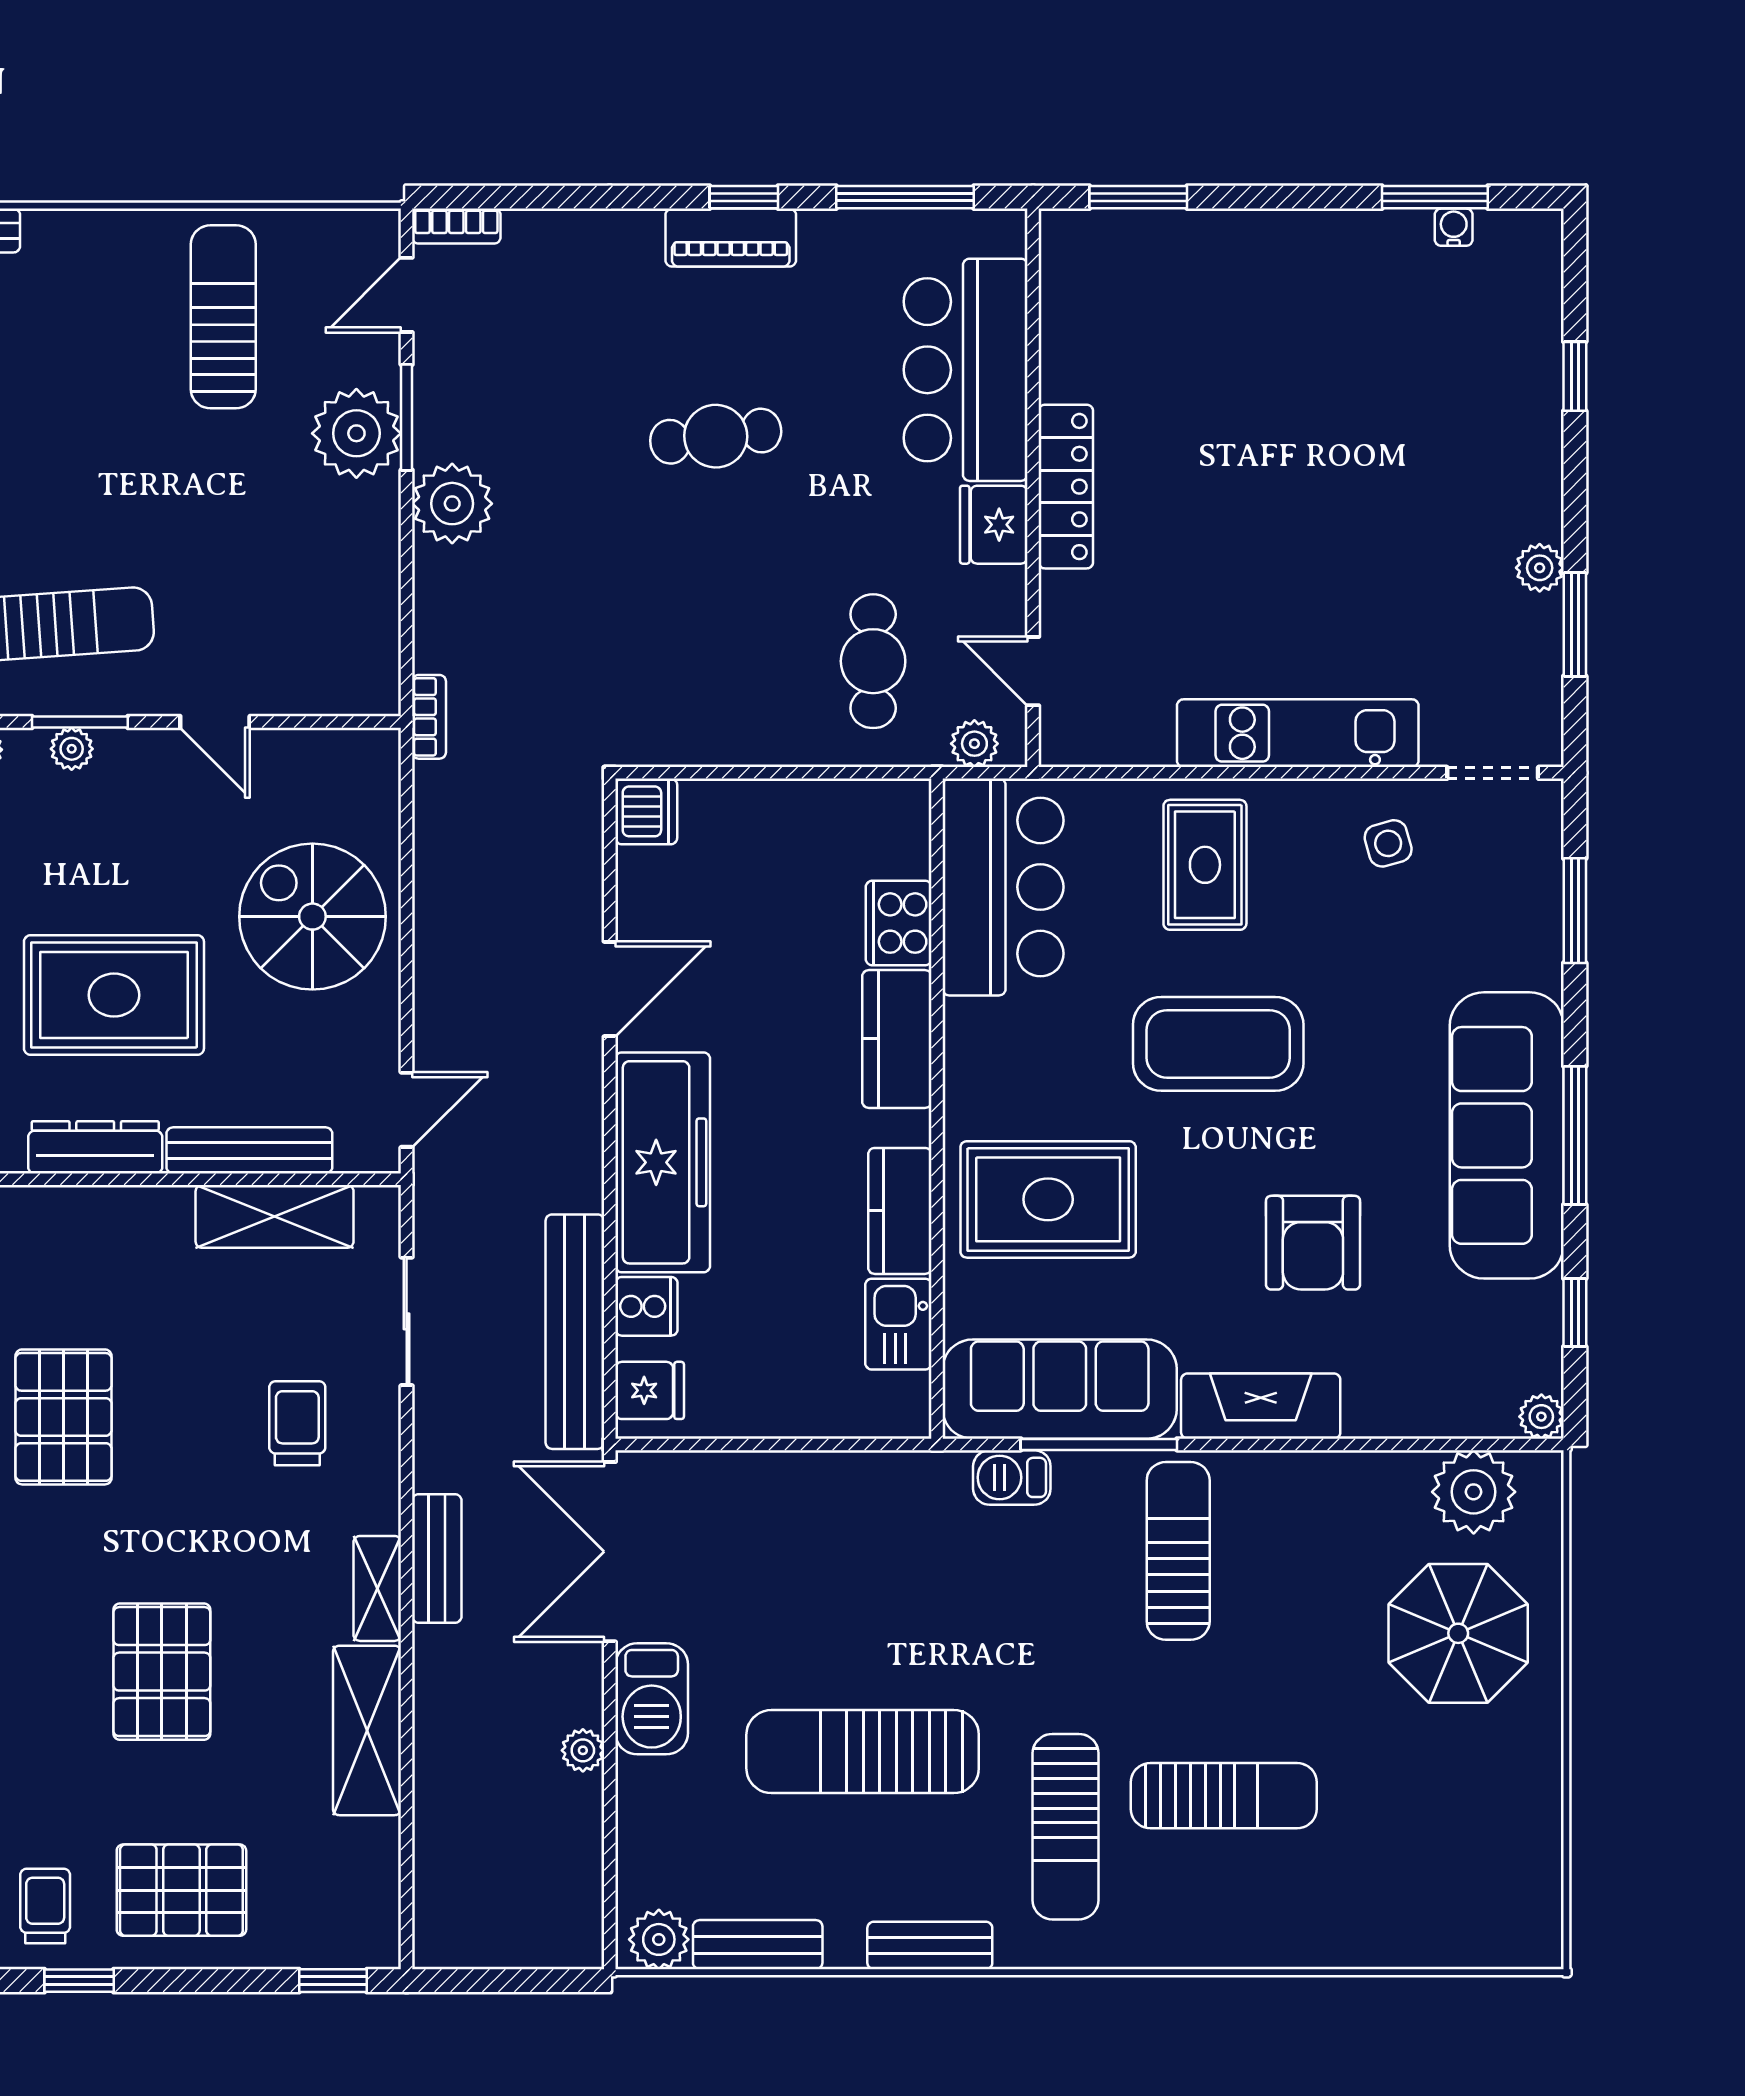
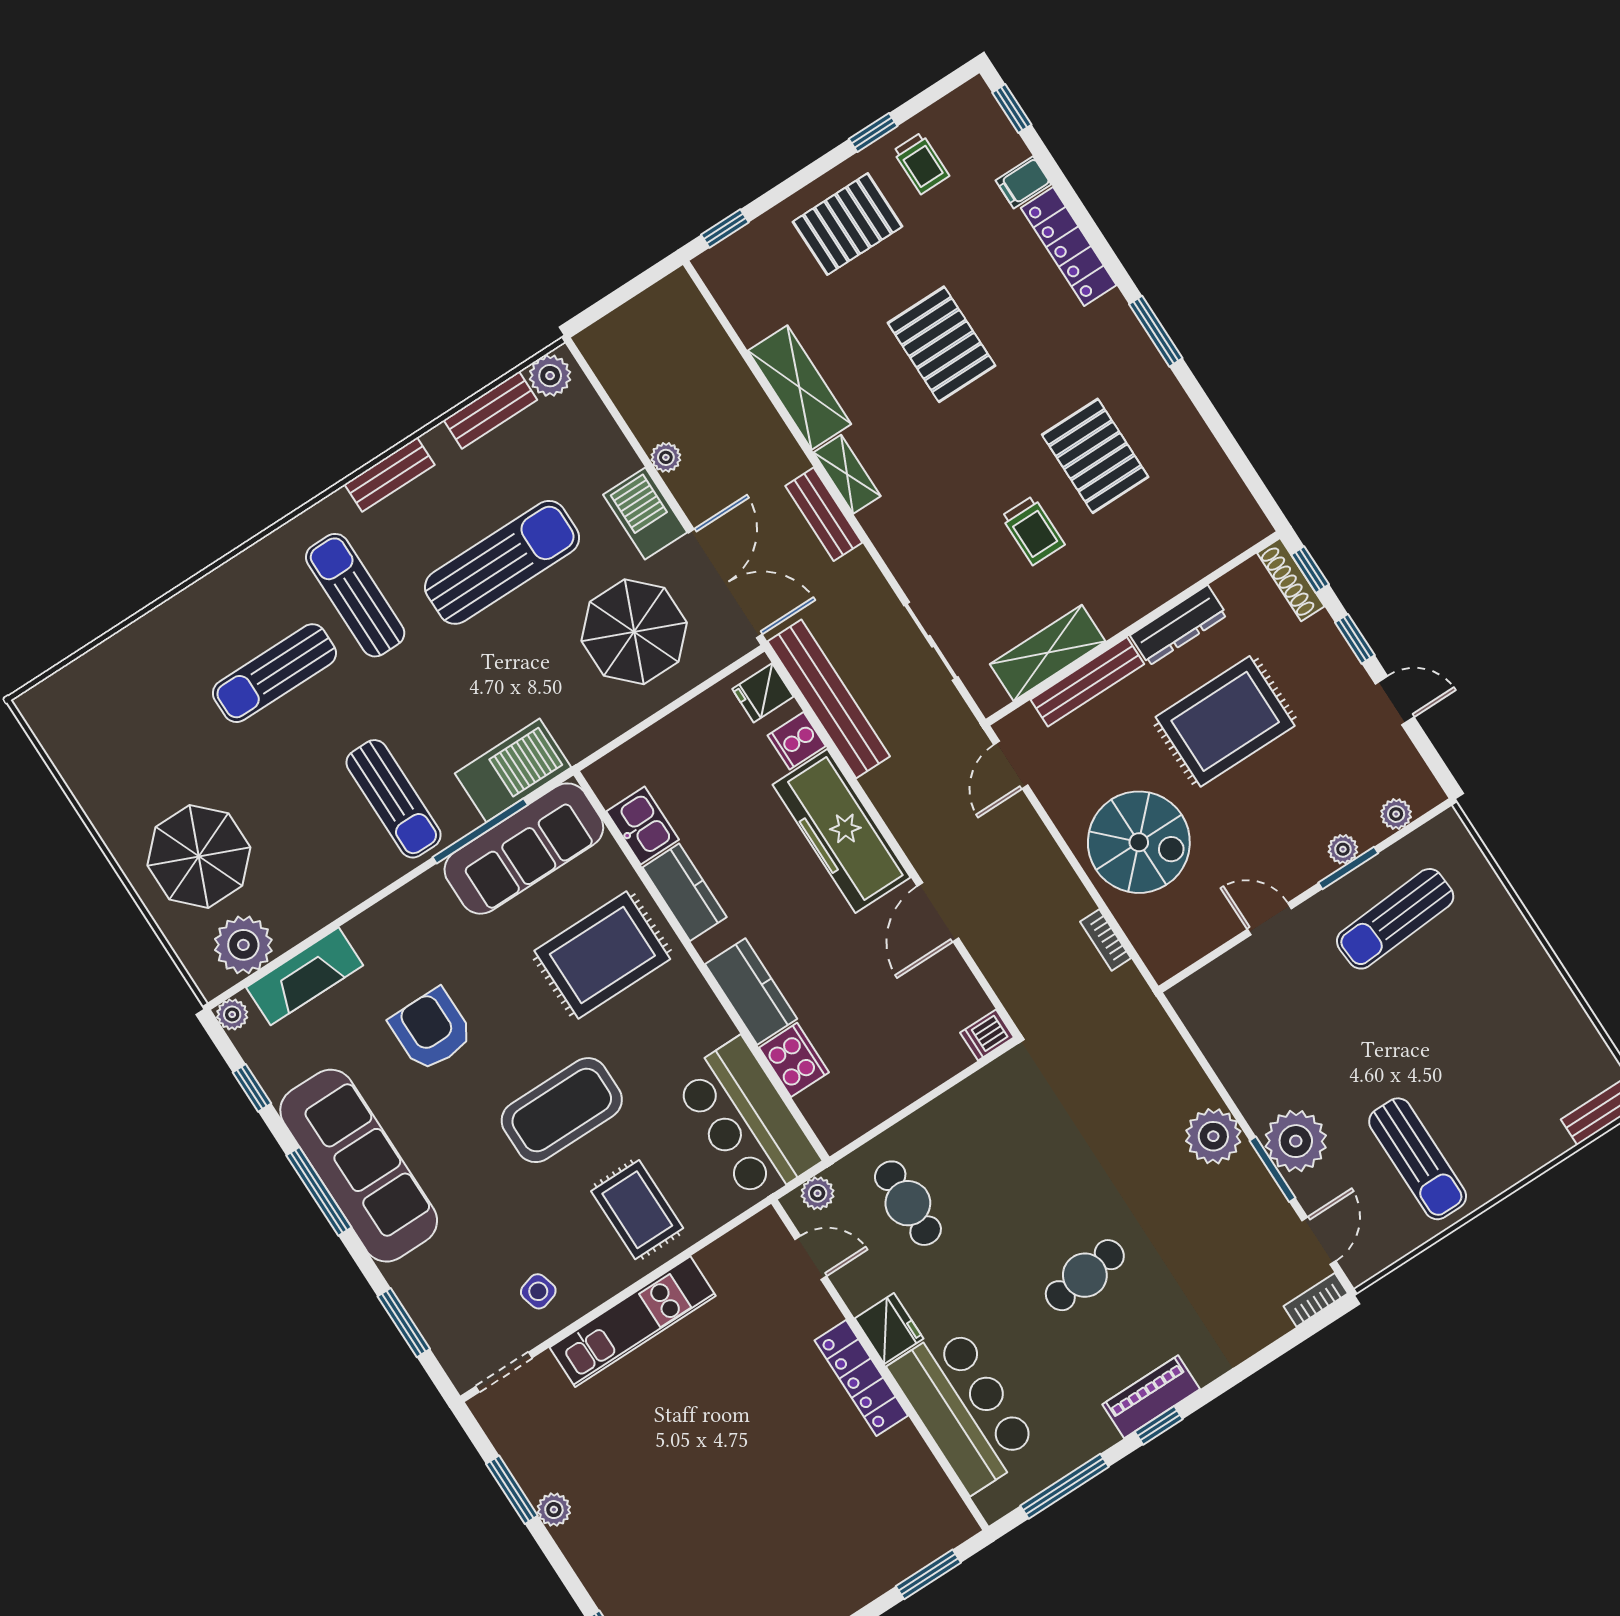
bookcase: (429, 717) -> (1106, 940), moved
dishwasher: (646, 811) -> (987, 1035), width x0.73
fireplace: (1261, 1406) -> (305, 976), moved
trolley: (297, 1423) -> (1033, 530), moved
barbecue: (1012, 1477) -> (513, 770), width x1.88, depth x1.53
parasol: (757, 1565) -> (634, 632), added

